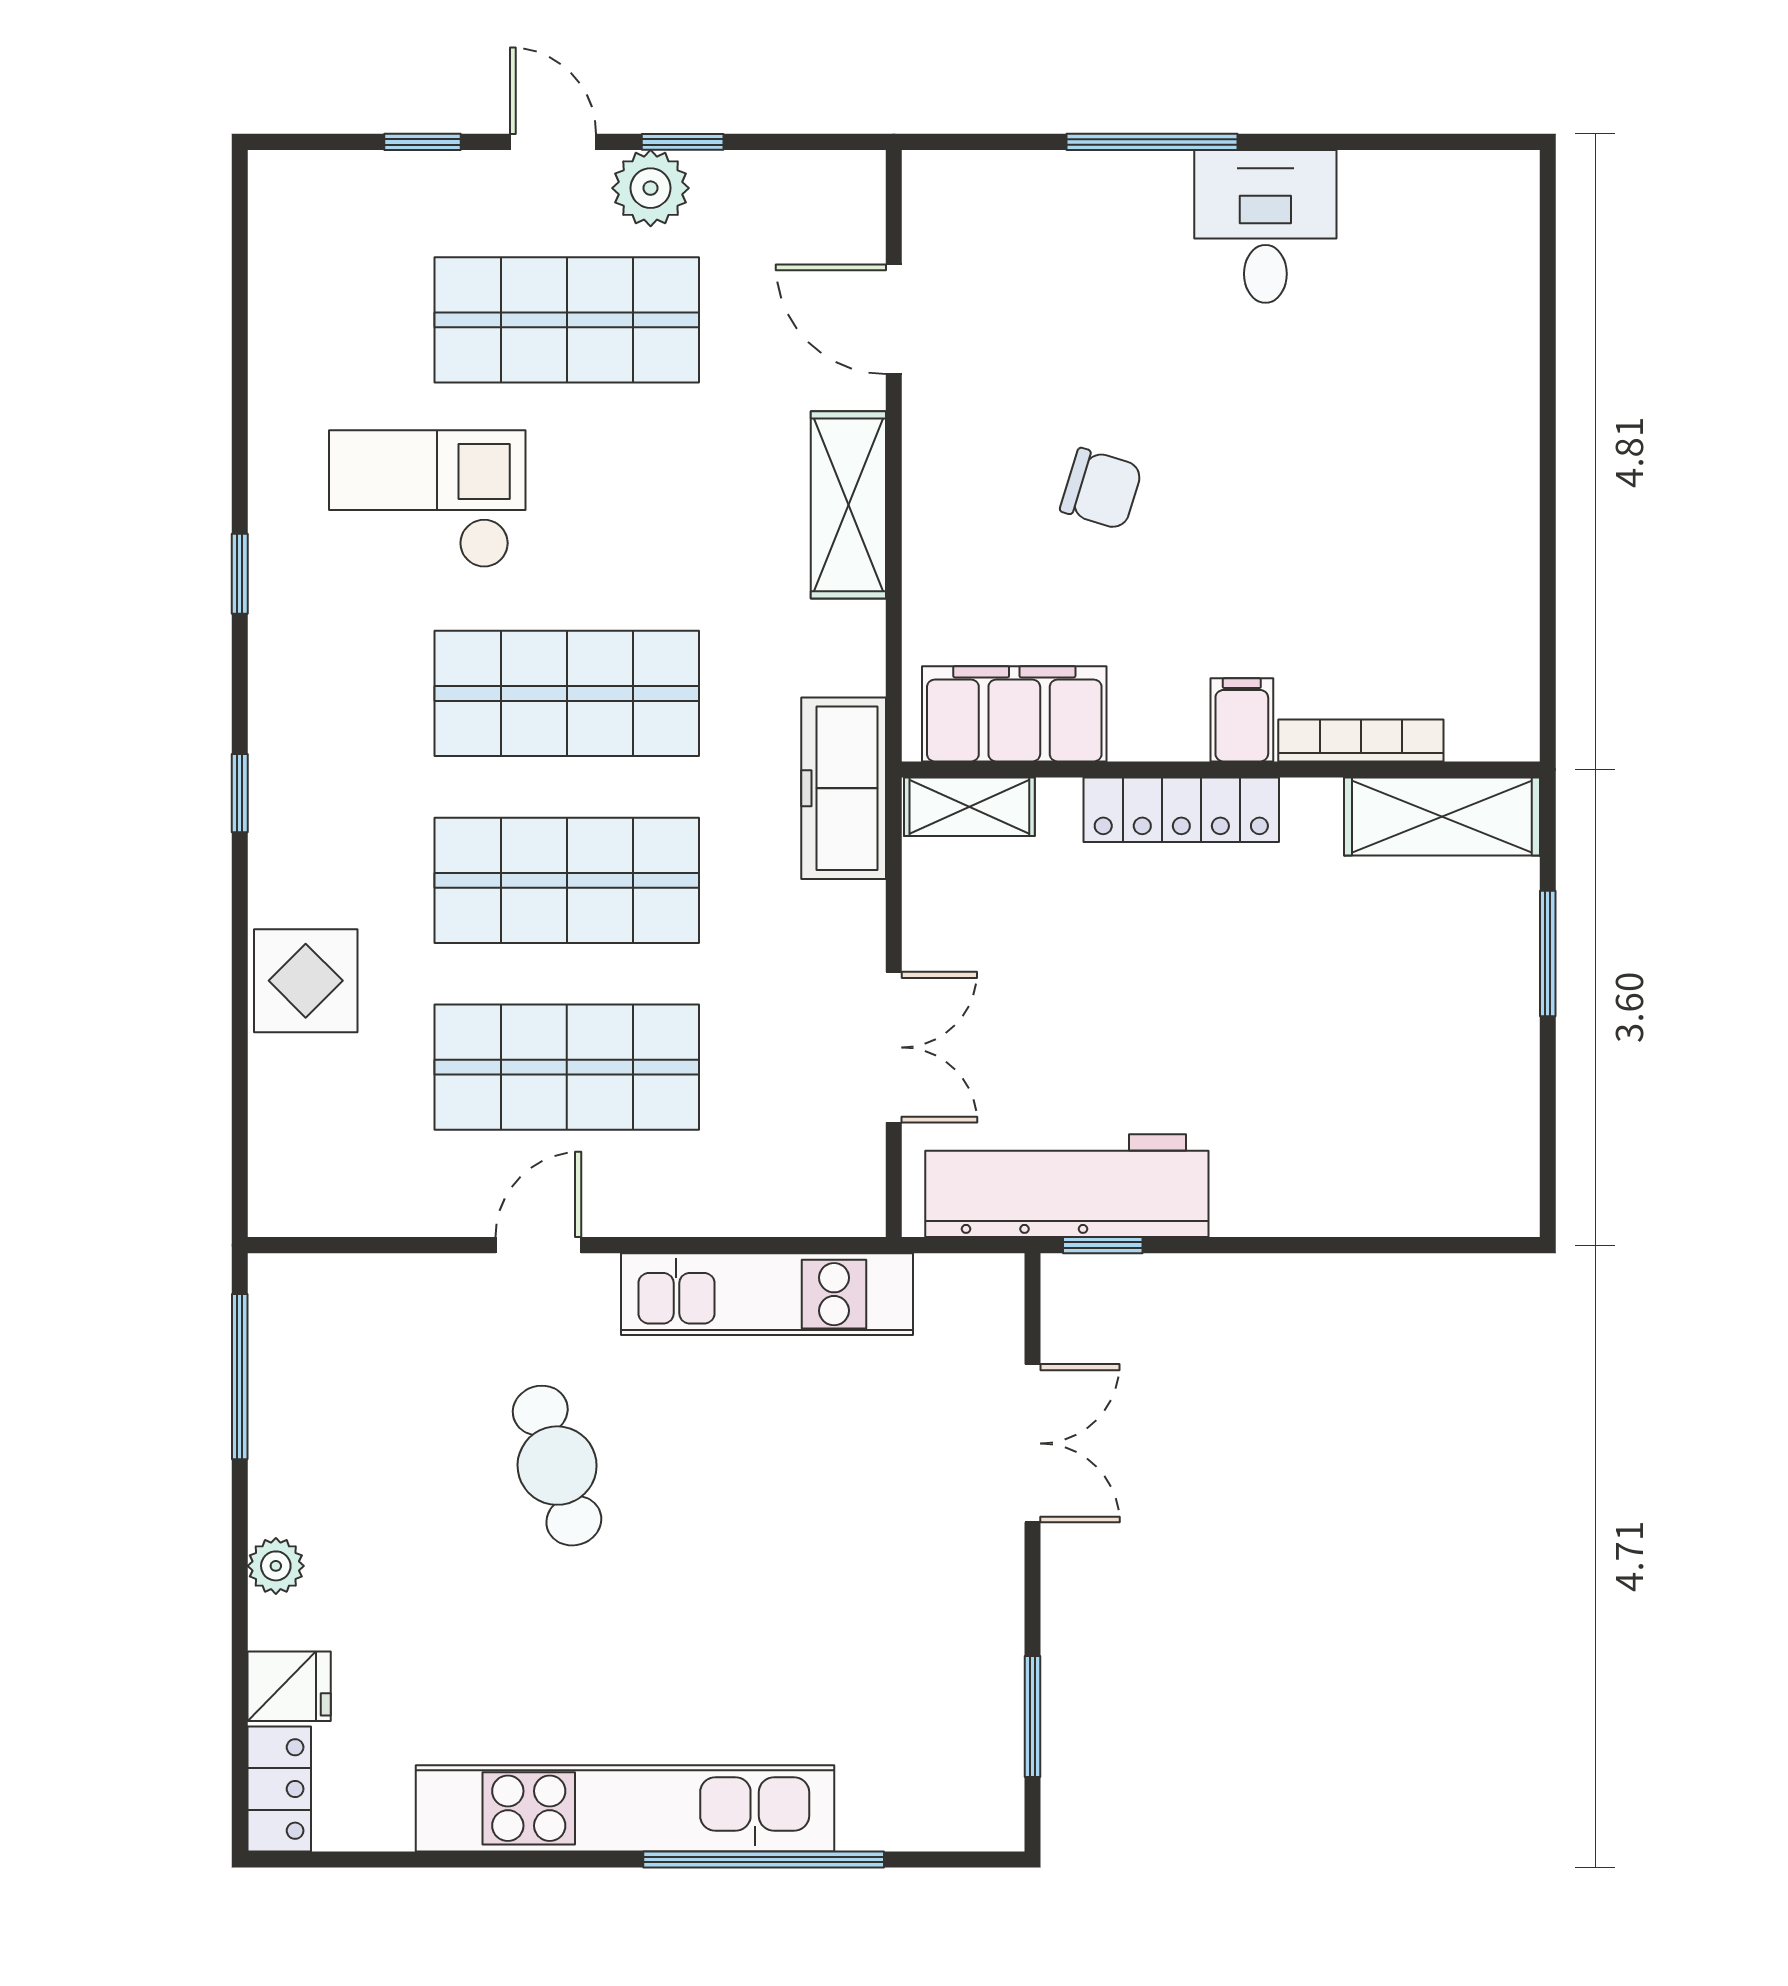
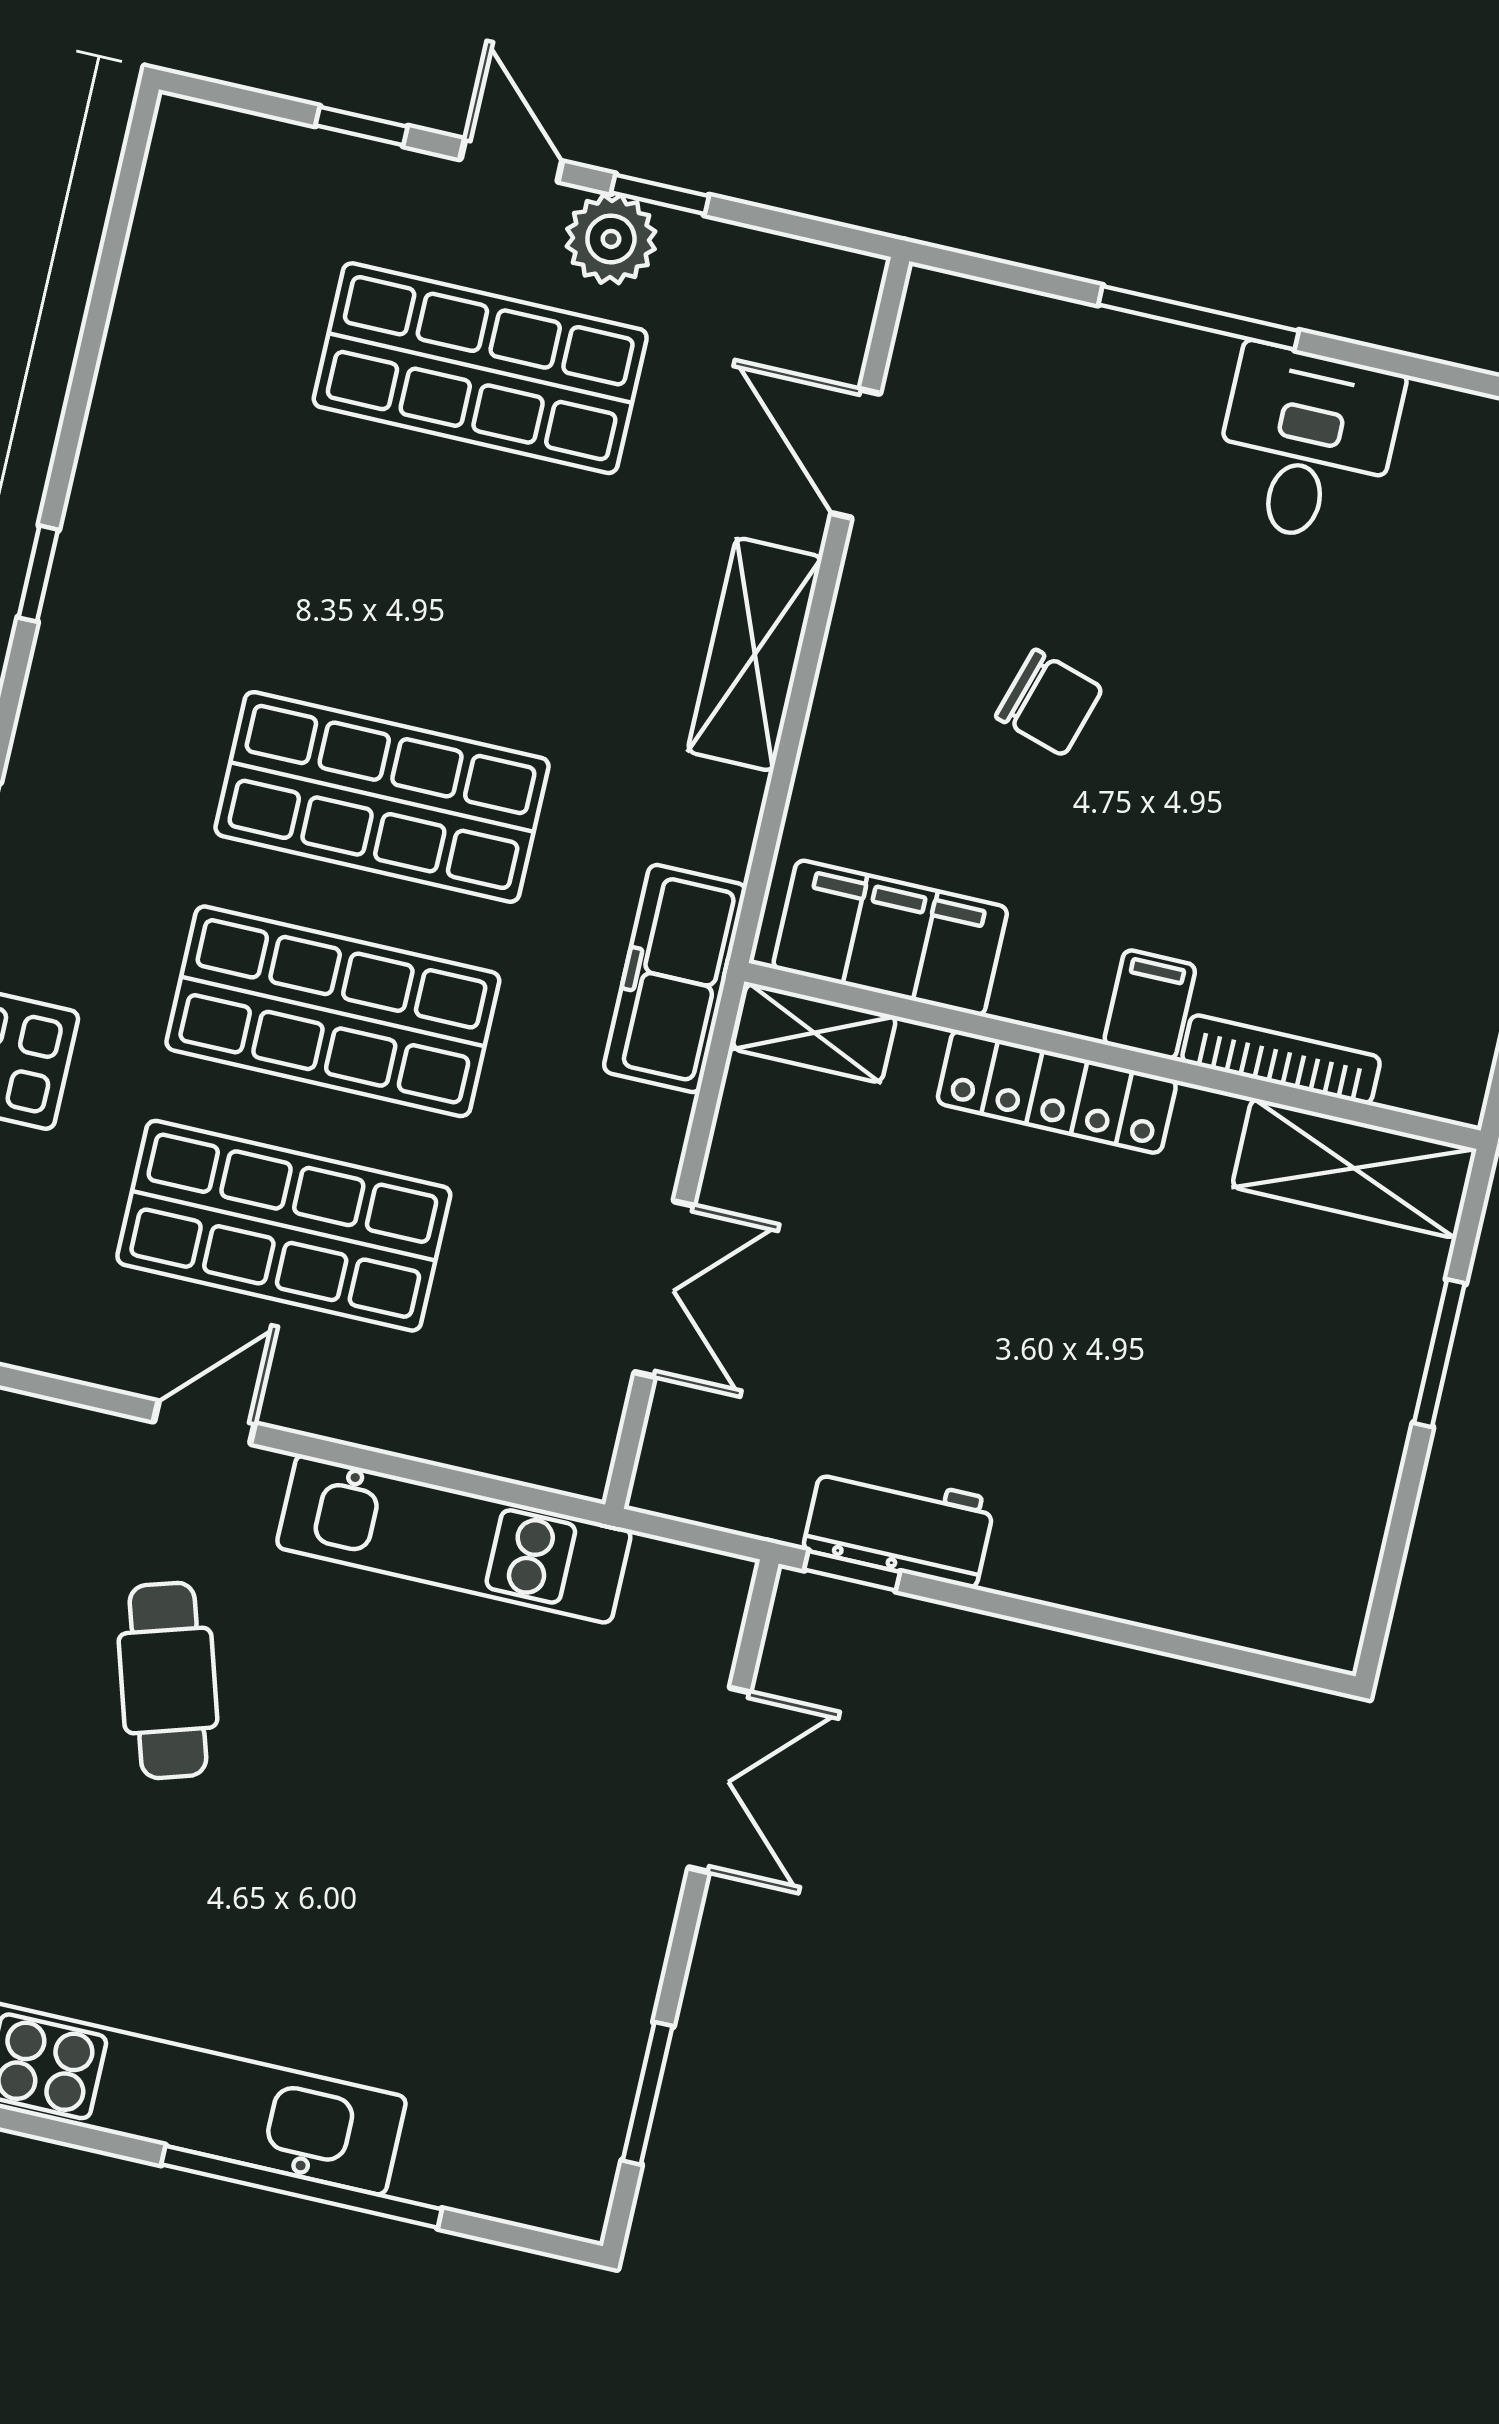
checkout: (427, 499) -> (273, 537), removed
workbench: (1067, 1186) -> (899, 1525), width x0.53, depth x0.76

